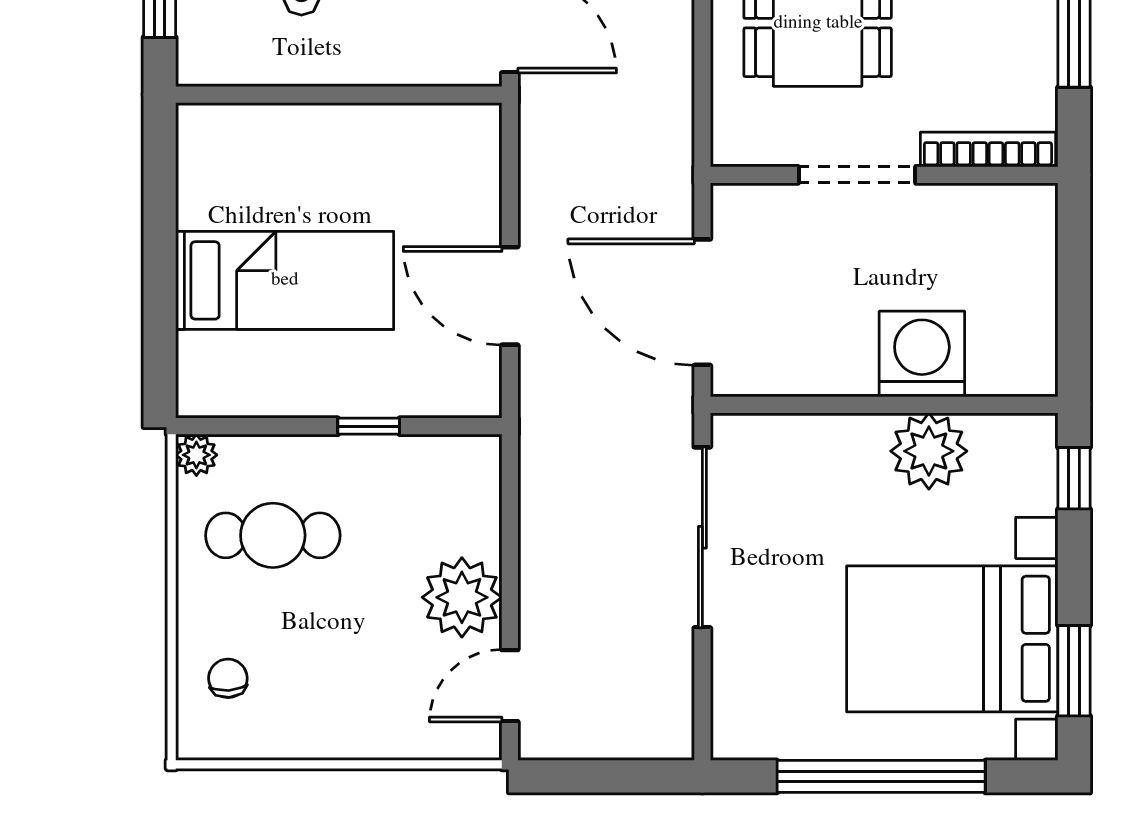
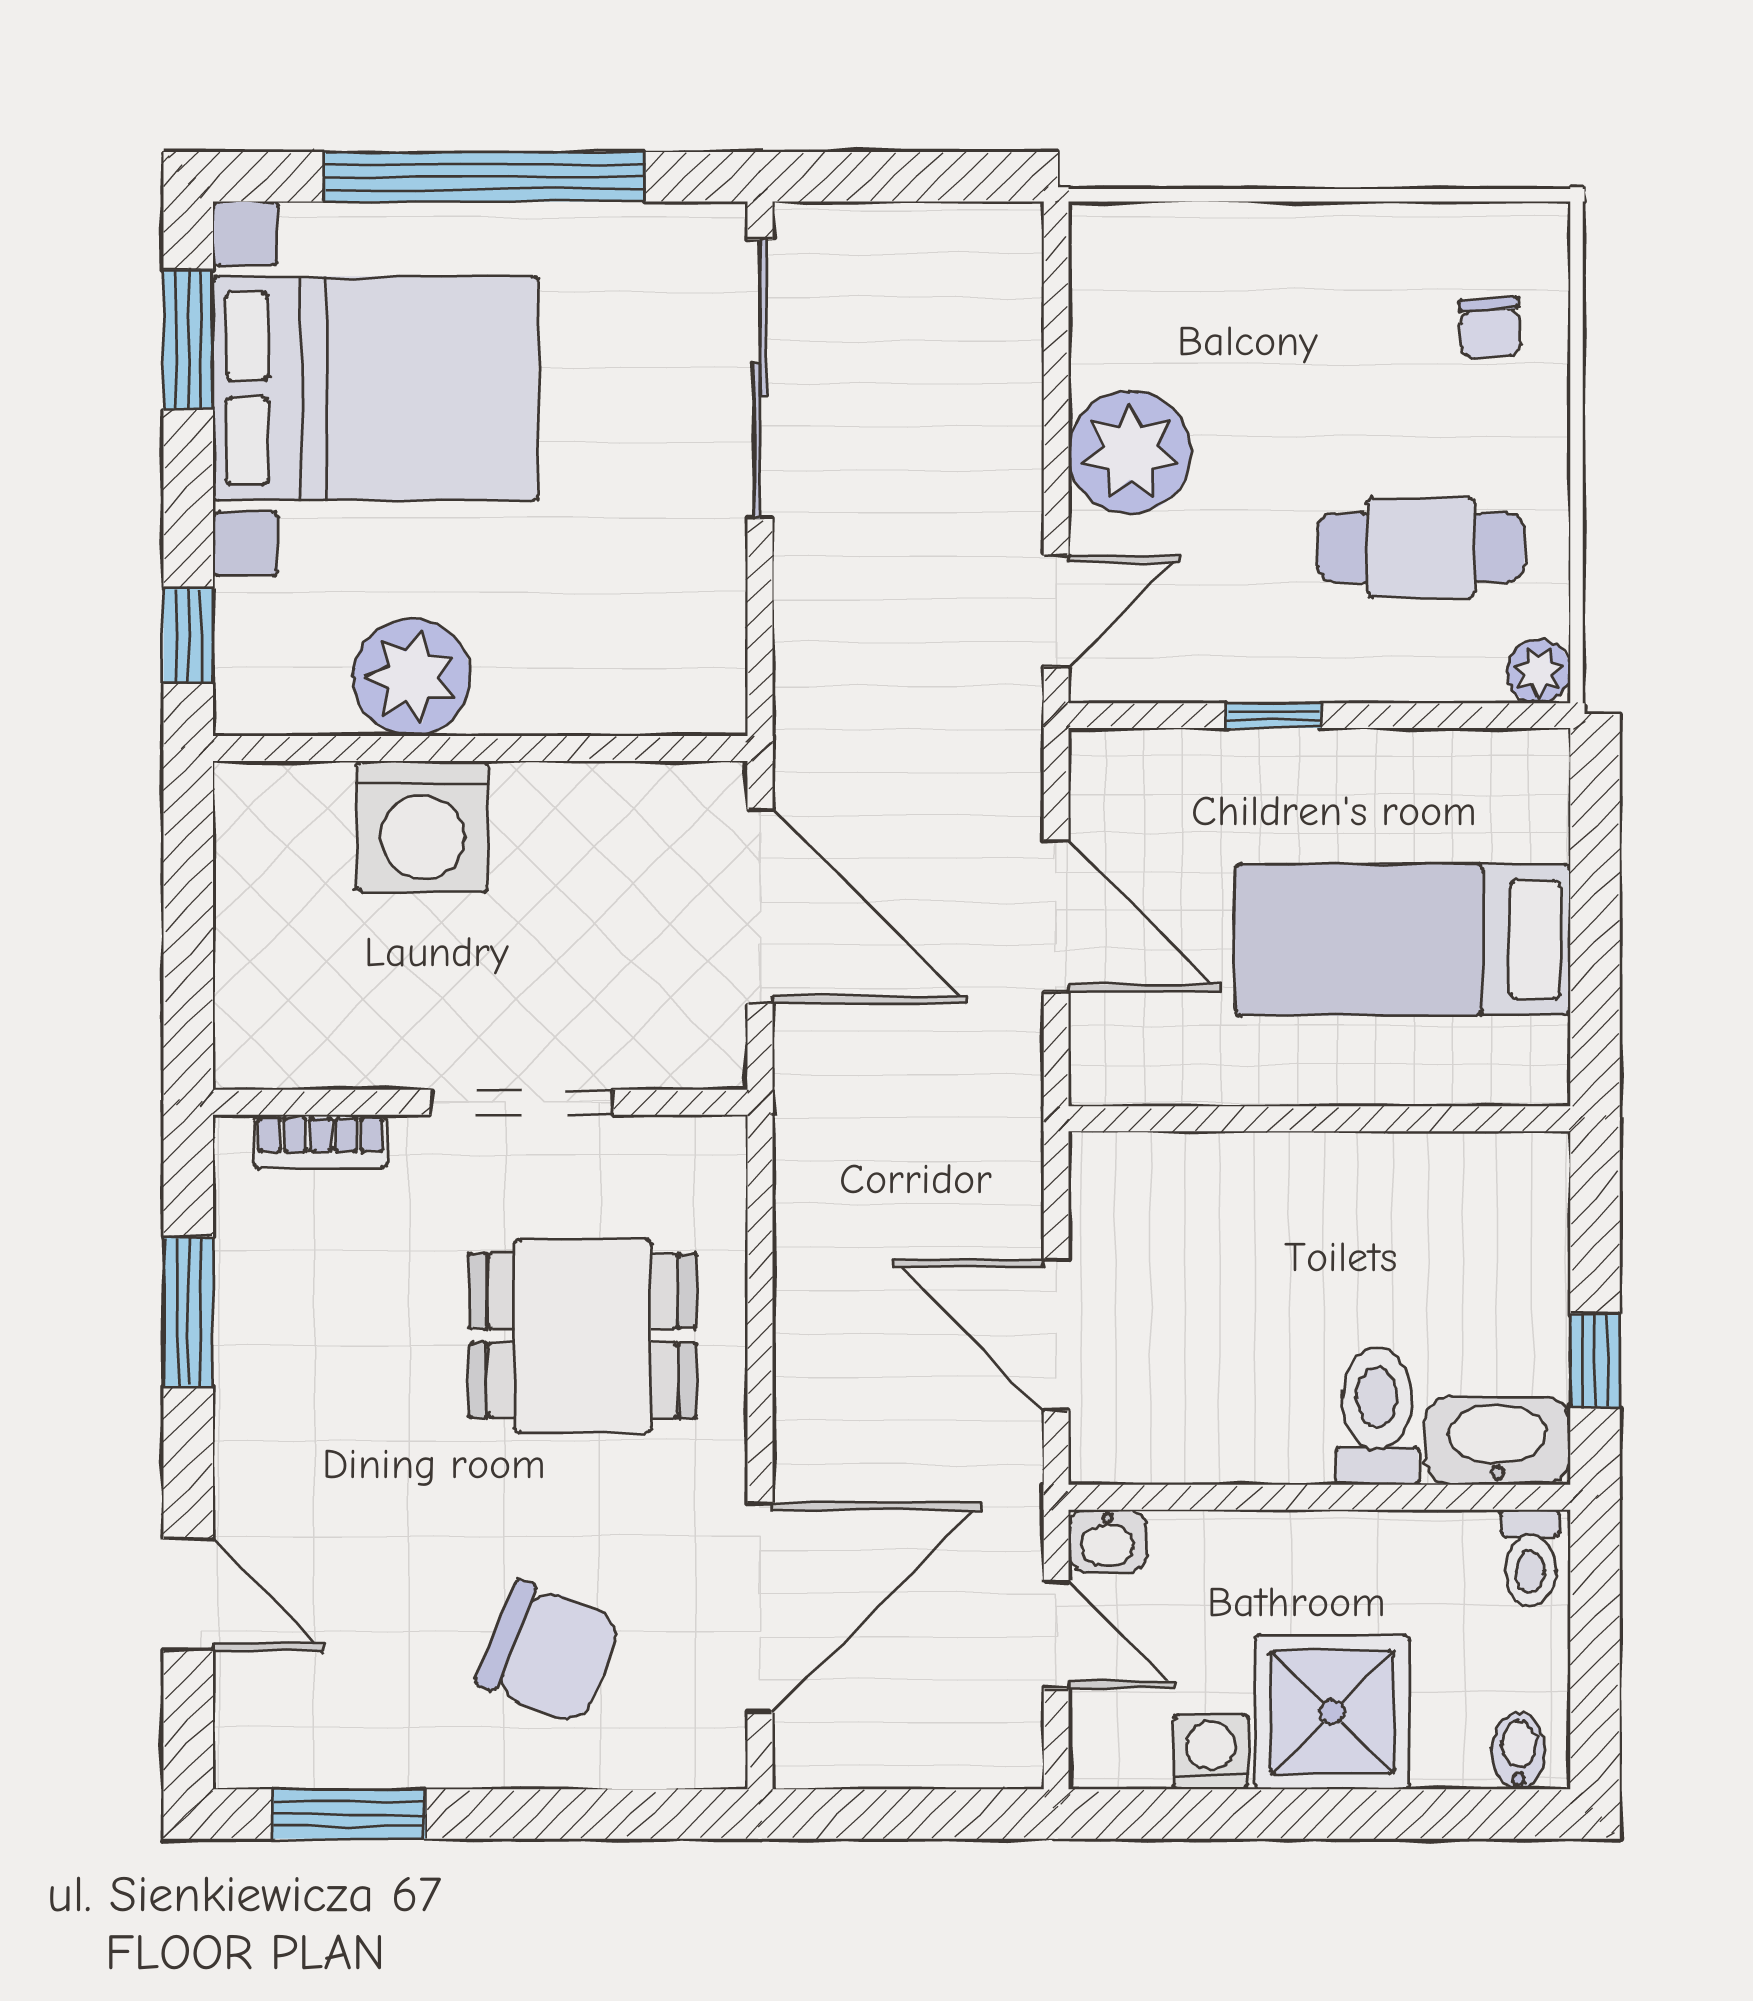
wall: (339, 95) -> (1319, 1119), moved
bookcase: (988, 150) -> (321, 1141), width x0.64
sliding door: (702, 537) -> (760, 379), moved
door: (510, 686) -> (1056, 611), moved

